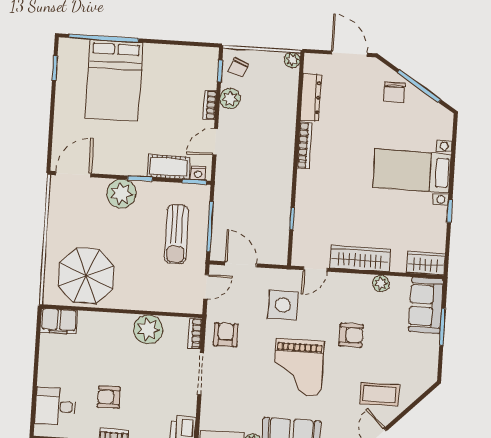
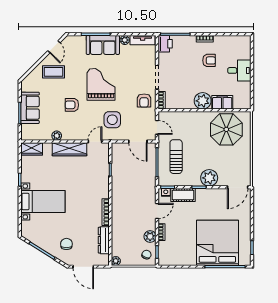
bed: (114, 80) -> (217, 243), width x1.36
chair: (394, 92) -> (66, 244), moved
door: (206, 287) -> (157, 127), swing flipped
sofa: (426, 305) -> (30, 108), moved
filing cabinet: (59, 321) -> (222, 102), moved
plant: (148, 329) -> (203, 101), moved
desk: (55, 406) -> (239, 70), moved

